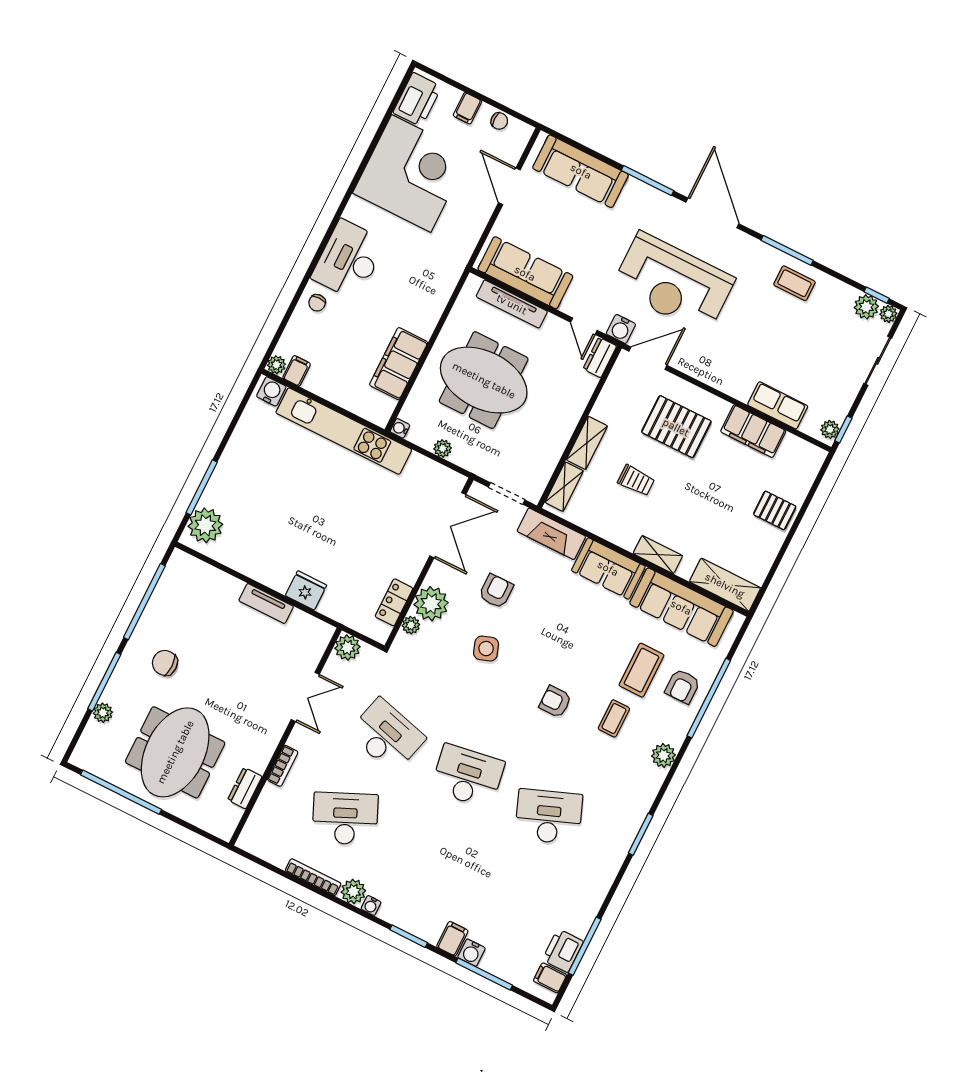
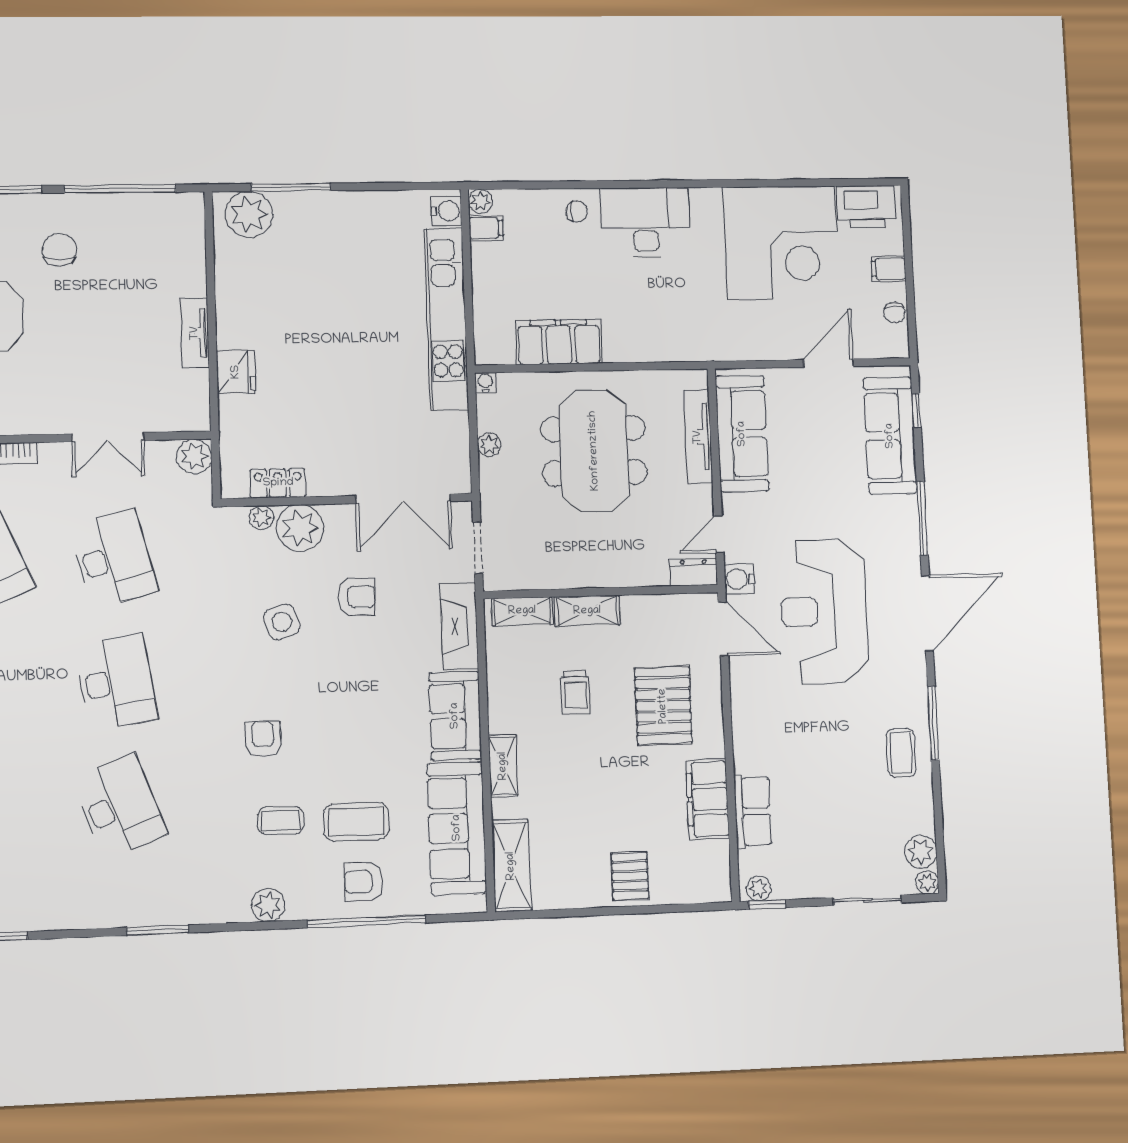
window: (877, 295) -> (916, 410), moved
chair: (317, 303) -> (577, 211), turned 180
desk: (387, 736) -> (113, 559), turned -30

